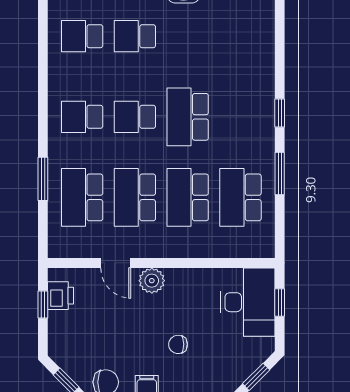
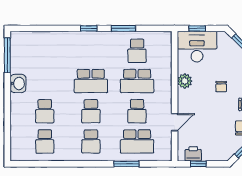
school desk: (135, 197) -> (137, 111), width x0.54
school desk: (240, 197) -> (137, 51), width x0.54
plant: (152, 281) -> (185, 81), moved

